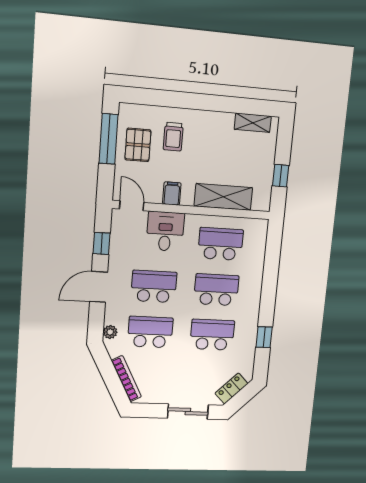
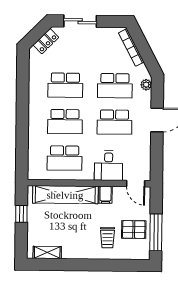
trolley: (173, 137) -> (107, 238), turned 180
pallet: (138, 145) -> (134, 229), turned 90
shelving: (223, 197) -> (65, 195), width x1.47
window: (101, 243) -> (157, 154), removed
window: (264, 337) -> (23, 85), removed

